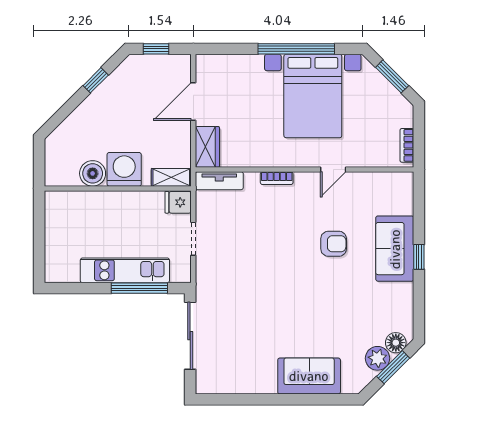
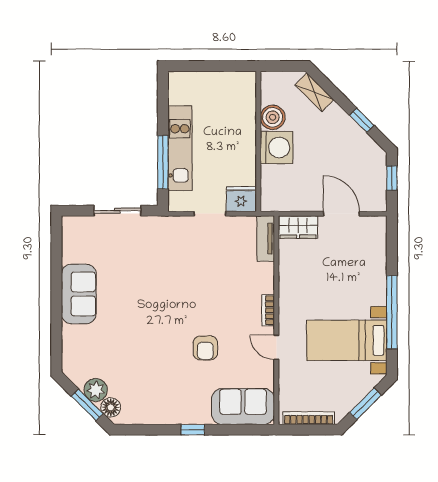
bed with nightstands: (313, 96) -> (347, 340), width x0.73
bookcase: (407, 145) -> (309, 418), width x1.56
shelving: (171, 177) -> (314, 92), moved, turned -45
bookcase: (277, 178) -> (268, 310), moved
fridge: (178, 202) -> (241, 199), width x1.38
sofa: (395, 249) -> (243, 406), moved
sliding door: (190, 336) -> (117, 211), width x0.73
sofa: (309, 376) -> (79, 294), moved

